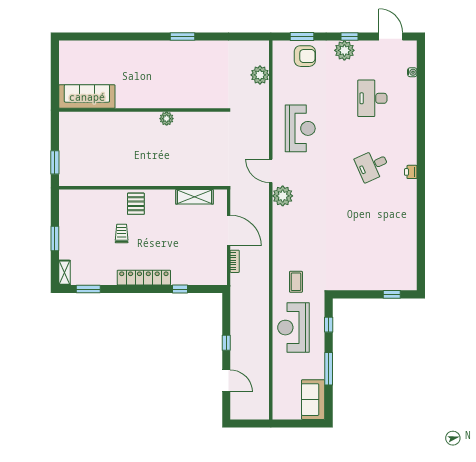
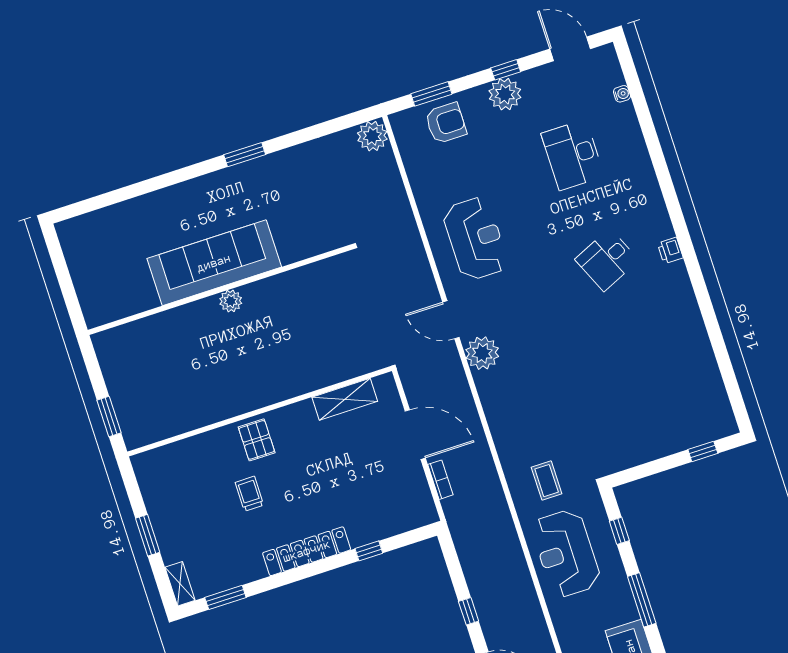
plant: (260, 75) -> (372, 136), moved
sofa: (87, 97) -> (214, 263), moved, width x1.36, depth x1.27
plant: (167, 119) -> (231, 301), moved

